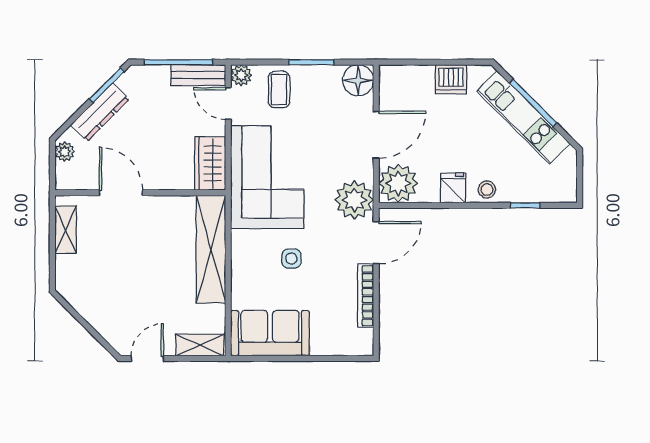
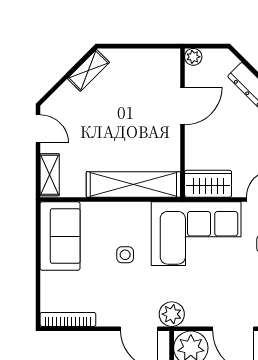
plant: (65, 152) -> (193, 57), moved
plant: (354, 200) -> (172, 314), width x0.73, depth x0.73
shelving: (66, 230) -> (88, 70), moved, turned -45
bookcase: (366, 296) -> (68, 319), moved

